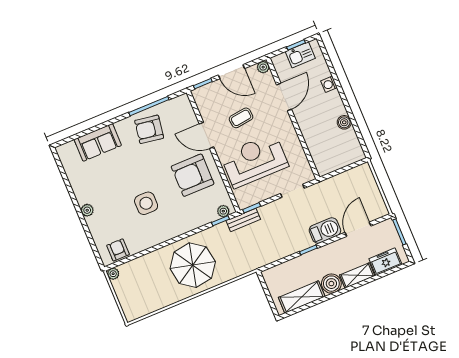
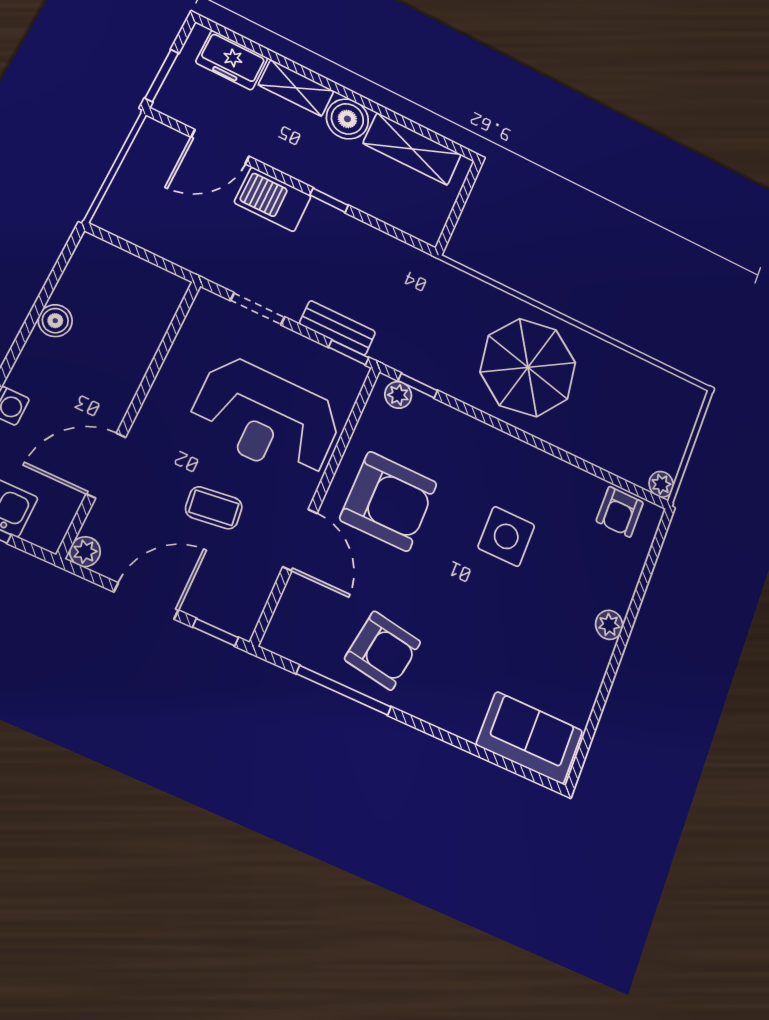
door: (231, 72) -> (146, 601), hinge flipped
sofa: (98, 142) -> (530, 738), moved
bench: (243, 220) -> (337, 328), moved

